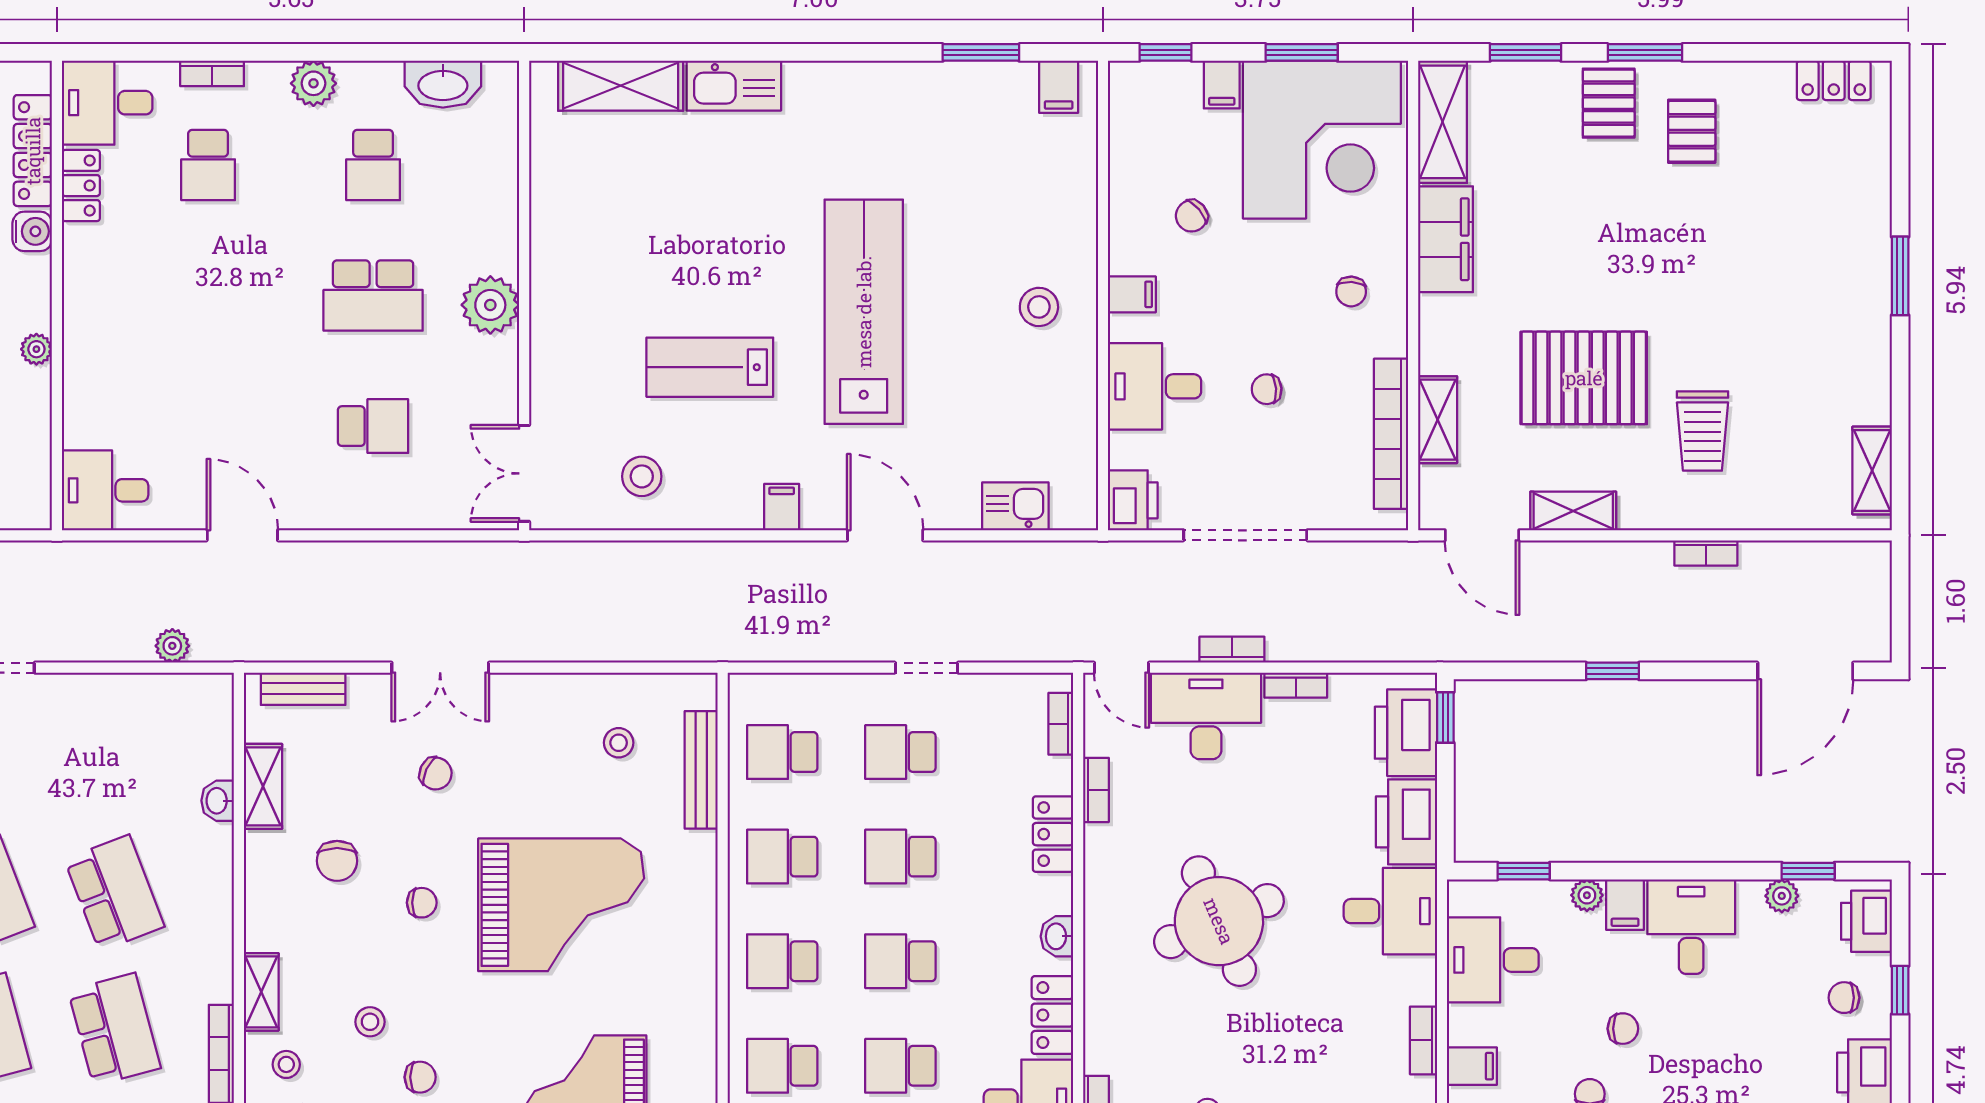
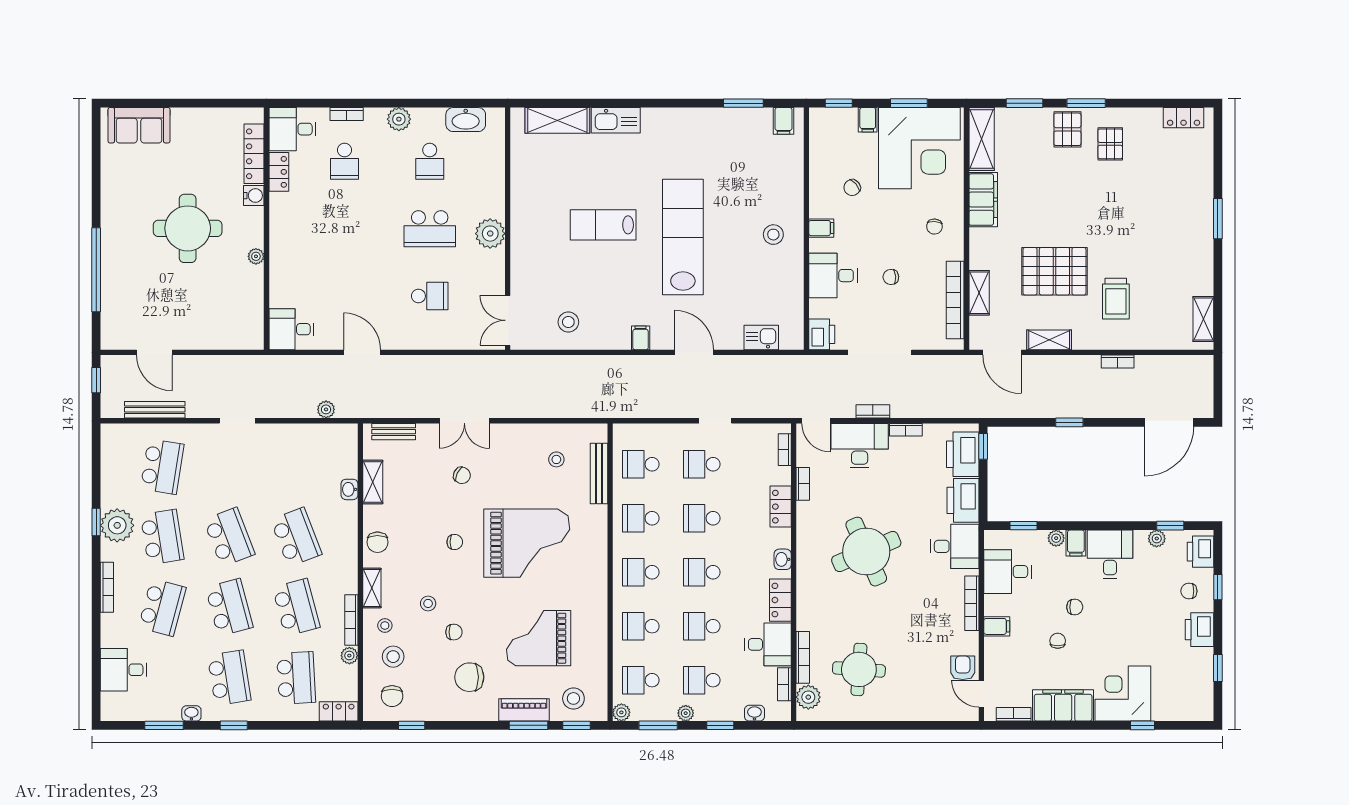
lab bench: (710, 367) -> (603, 225), moved
chair: (337, 861) -> (377, 542), moved
bookcase: (1424, 1040) -> (972, 603), width x1.56

